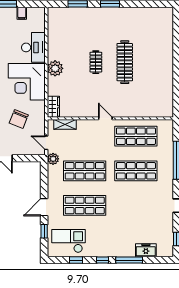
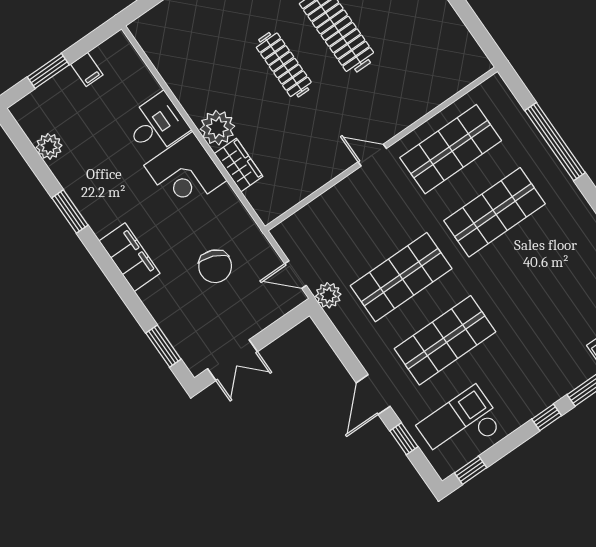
desk: (33, 47) -> (156, 125), width x0.73
clothes rail: (96, 62) -> (284, 65), width x1.36
corner desk: (27, 82) -> (185, 173), width x0.74, depth x0.74
wardrobe: (53, 107) -> (239, 165), moved
shelving: (65, 124) -> (306, 217), removed
window: (76, 260) -> (471, 470), moved

